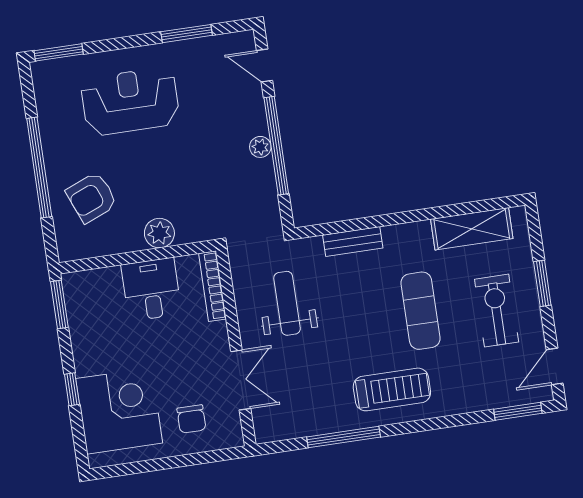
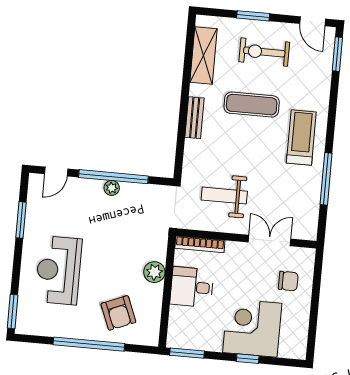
bench: (353, 242) -> (195, 118), moved
corner desk: (119, 411) -> (252, 328), moved

